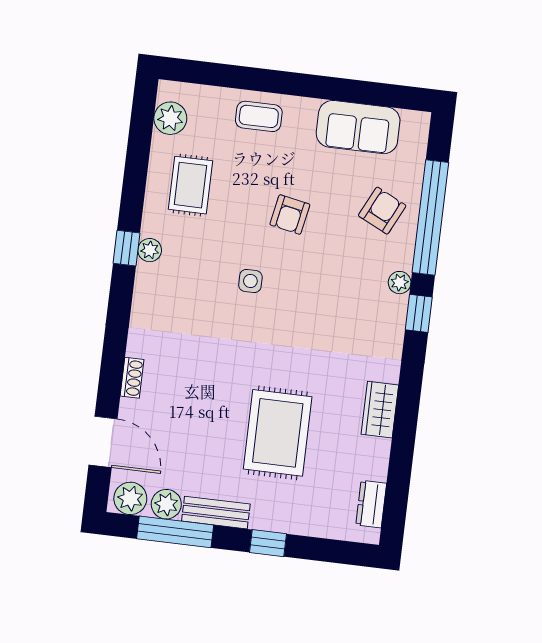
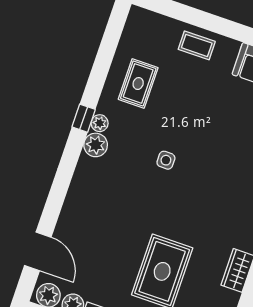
plant: (170, 118) -> (96, 145), moved
armchair: (290, 215) -> (204, 119), removed
shoe rack: (132, 378) -> (68, 211), removed

